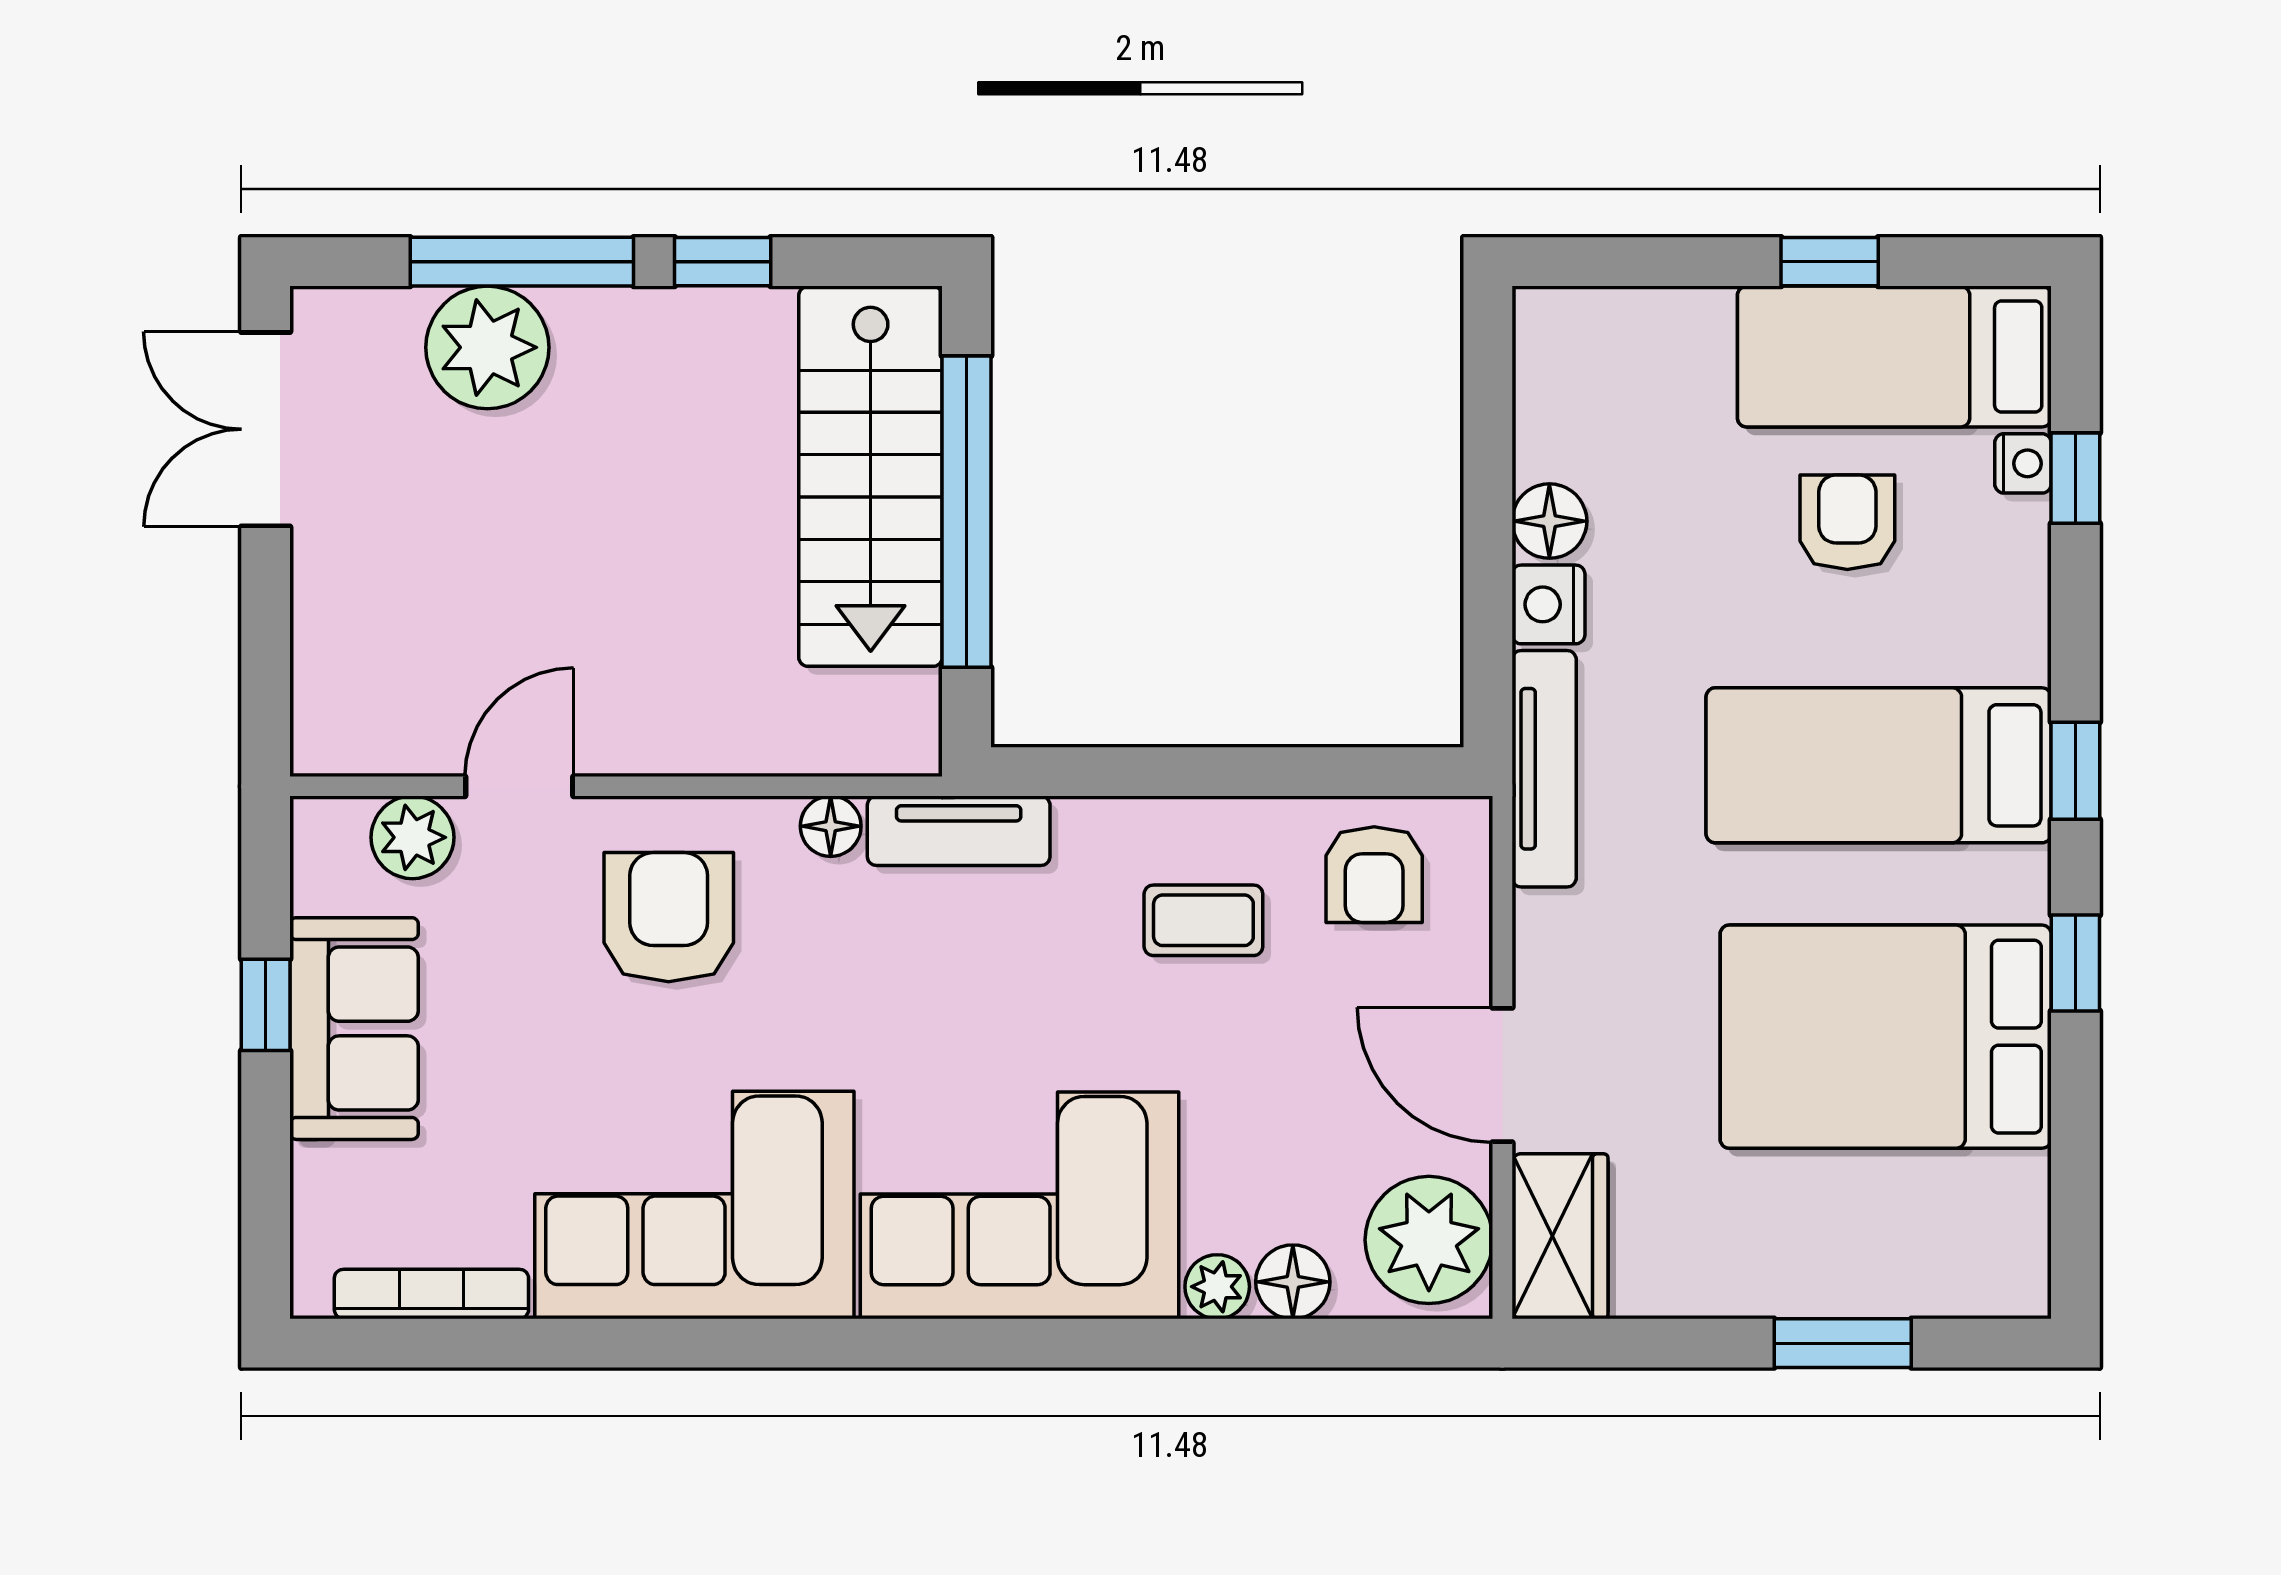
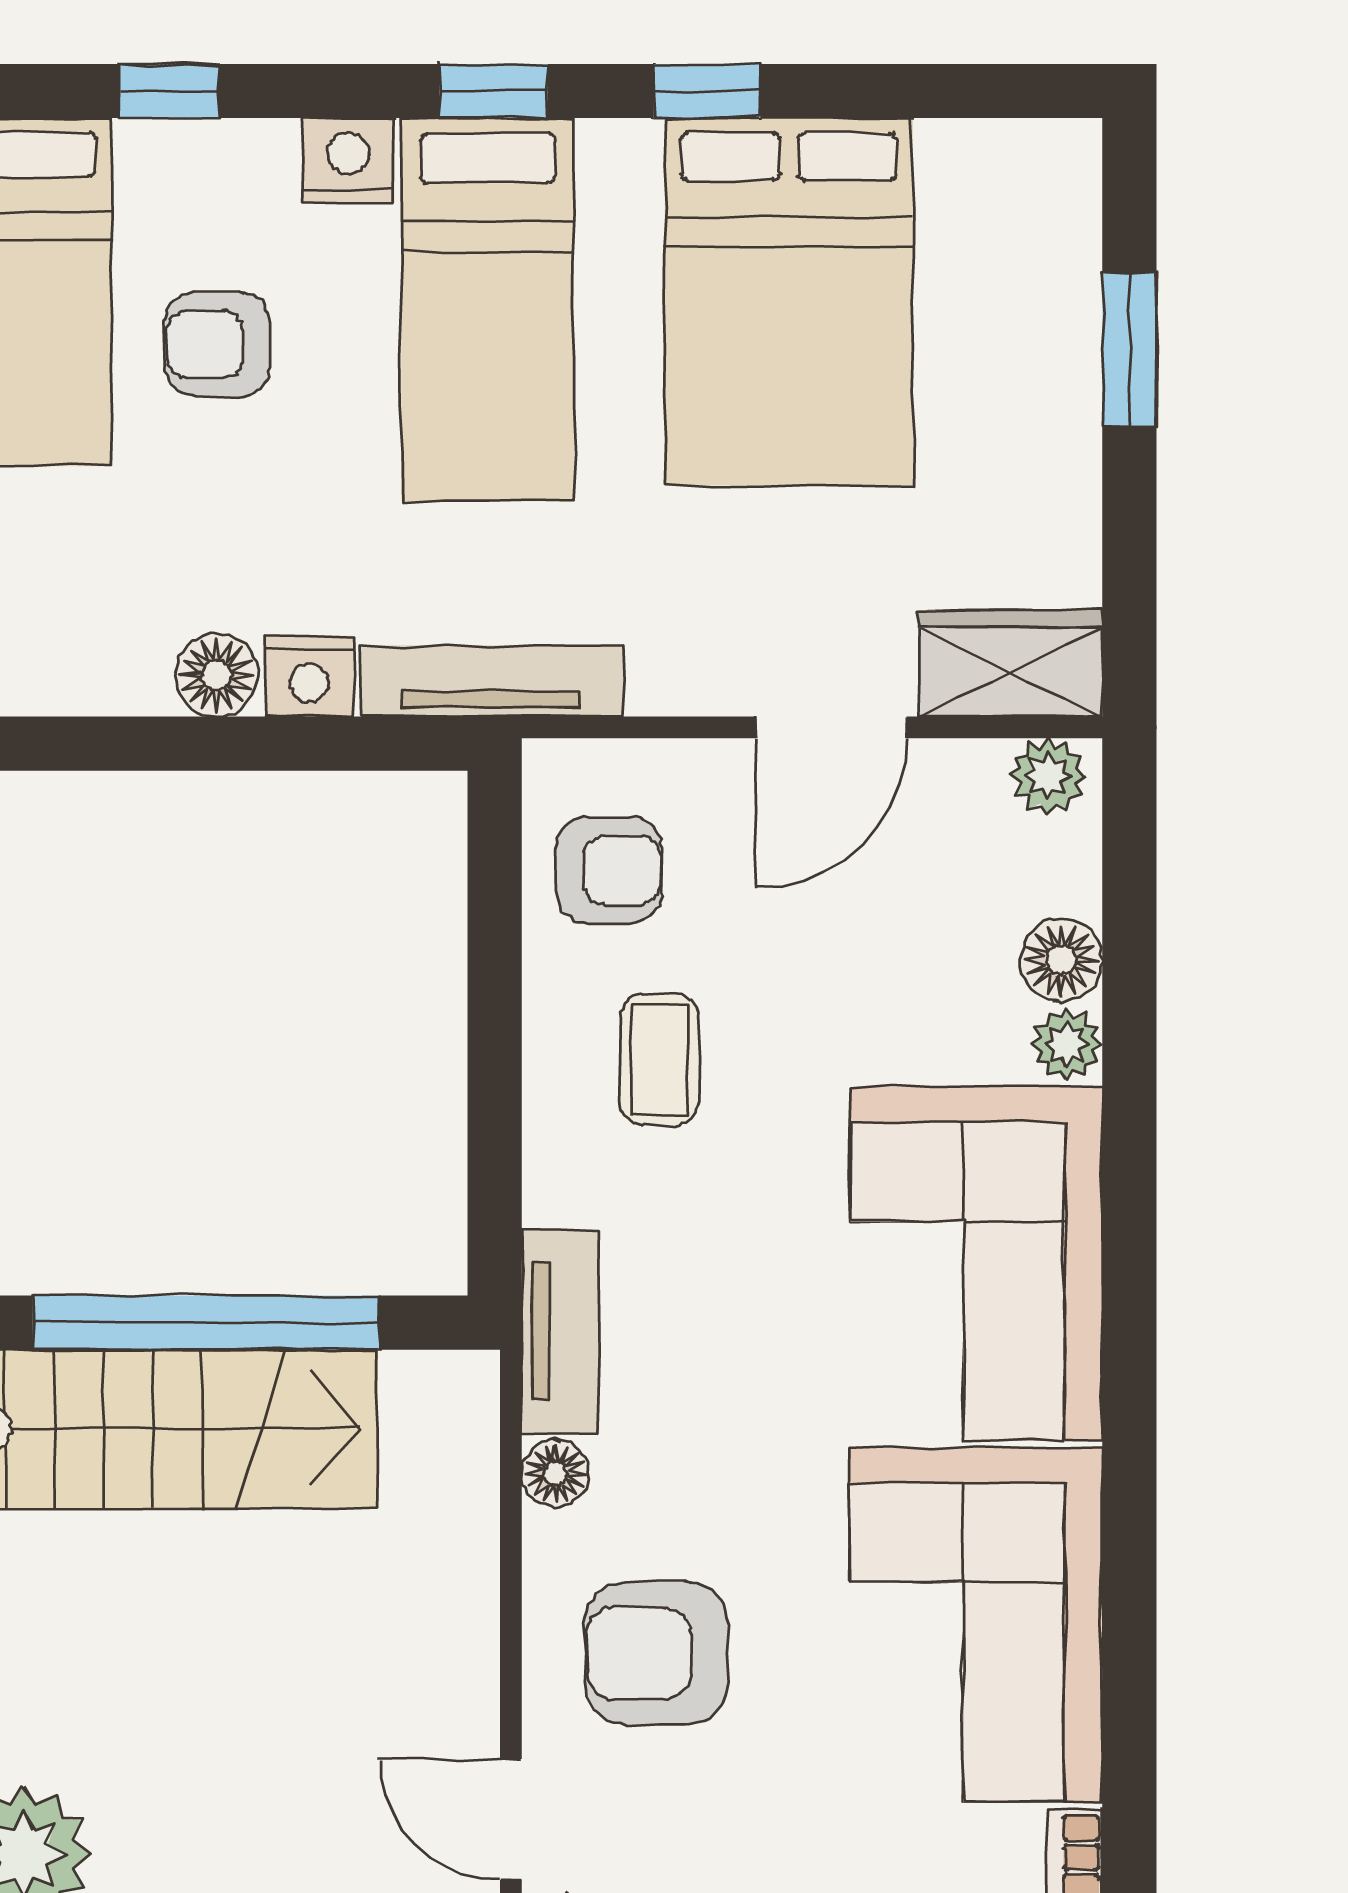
nightstand: (2023, 463) -> (348, 160), moved, width x1.39, depth x1.35
plant: (1429, 1240) -> (1048, 776), width x0.53, depth x0.53

